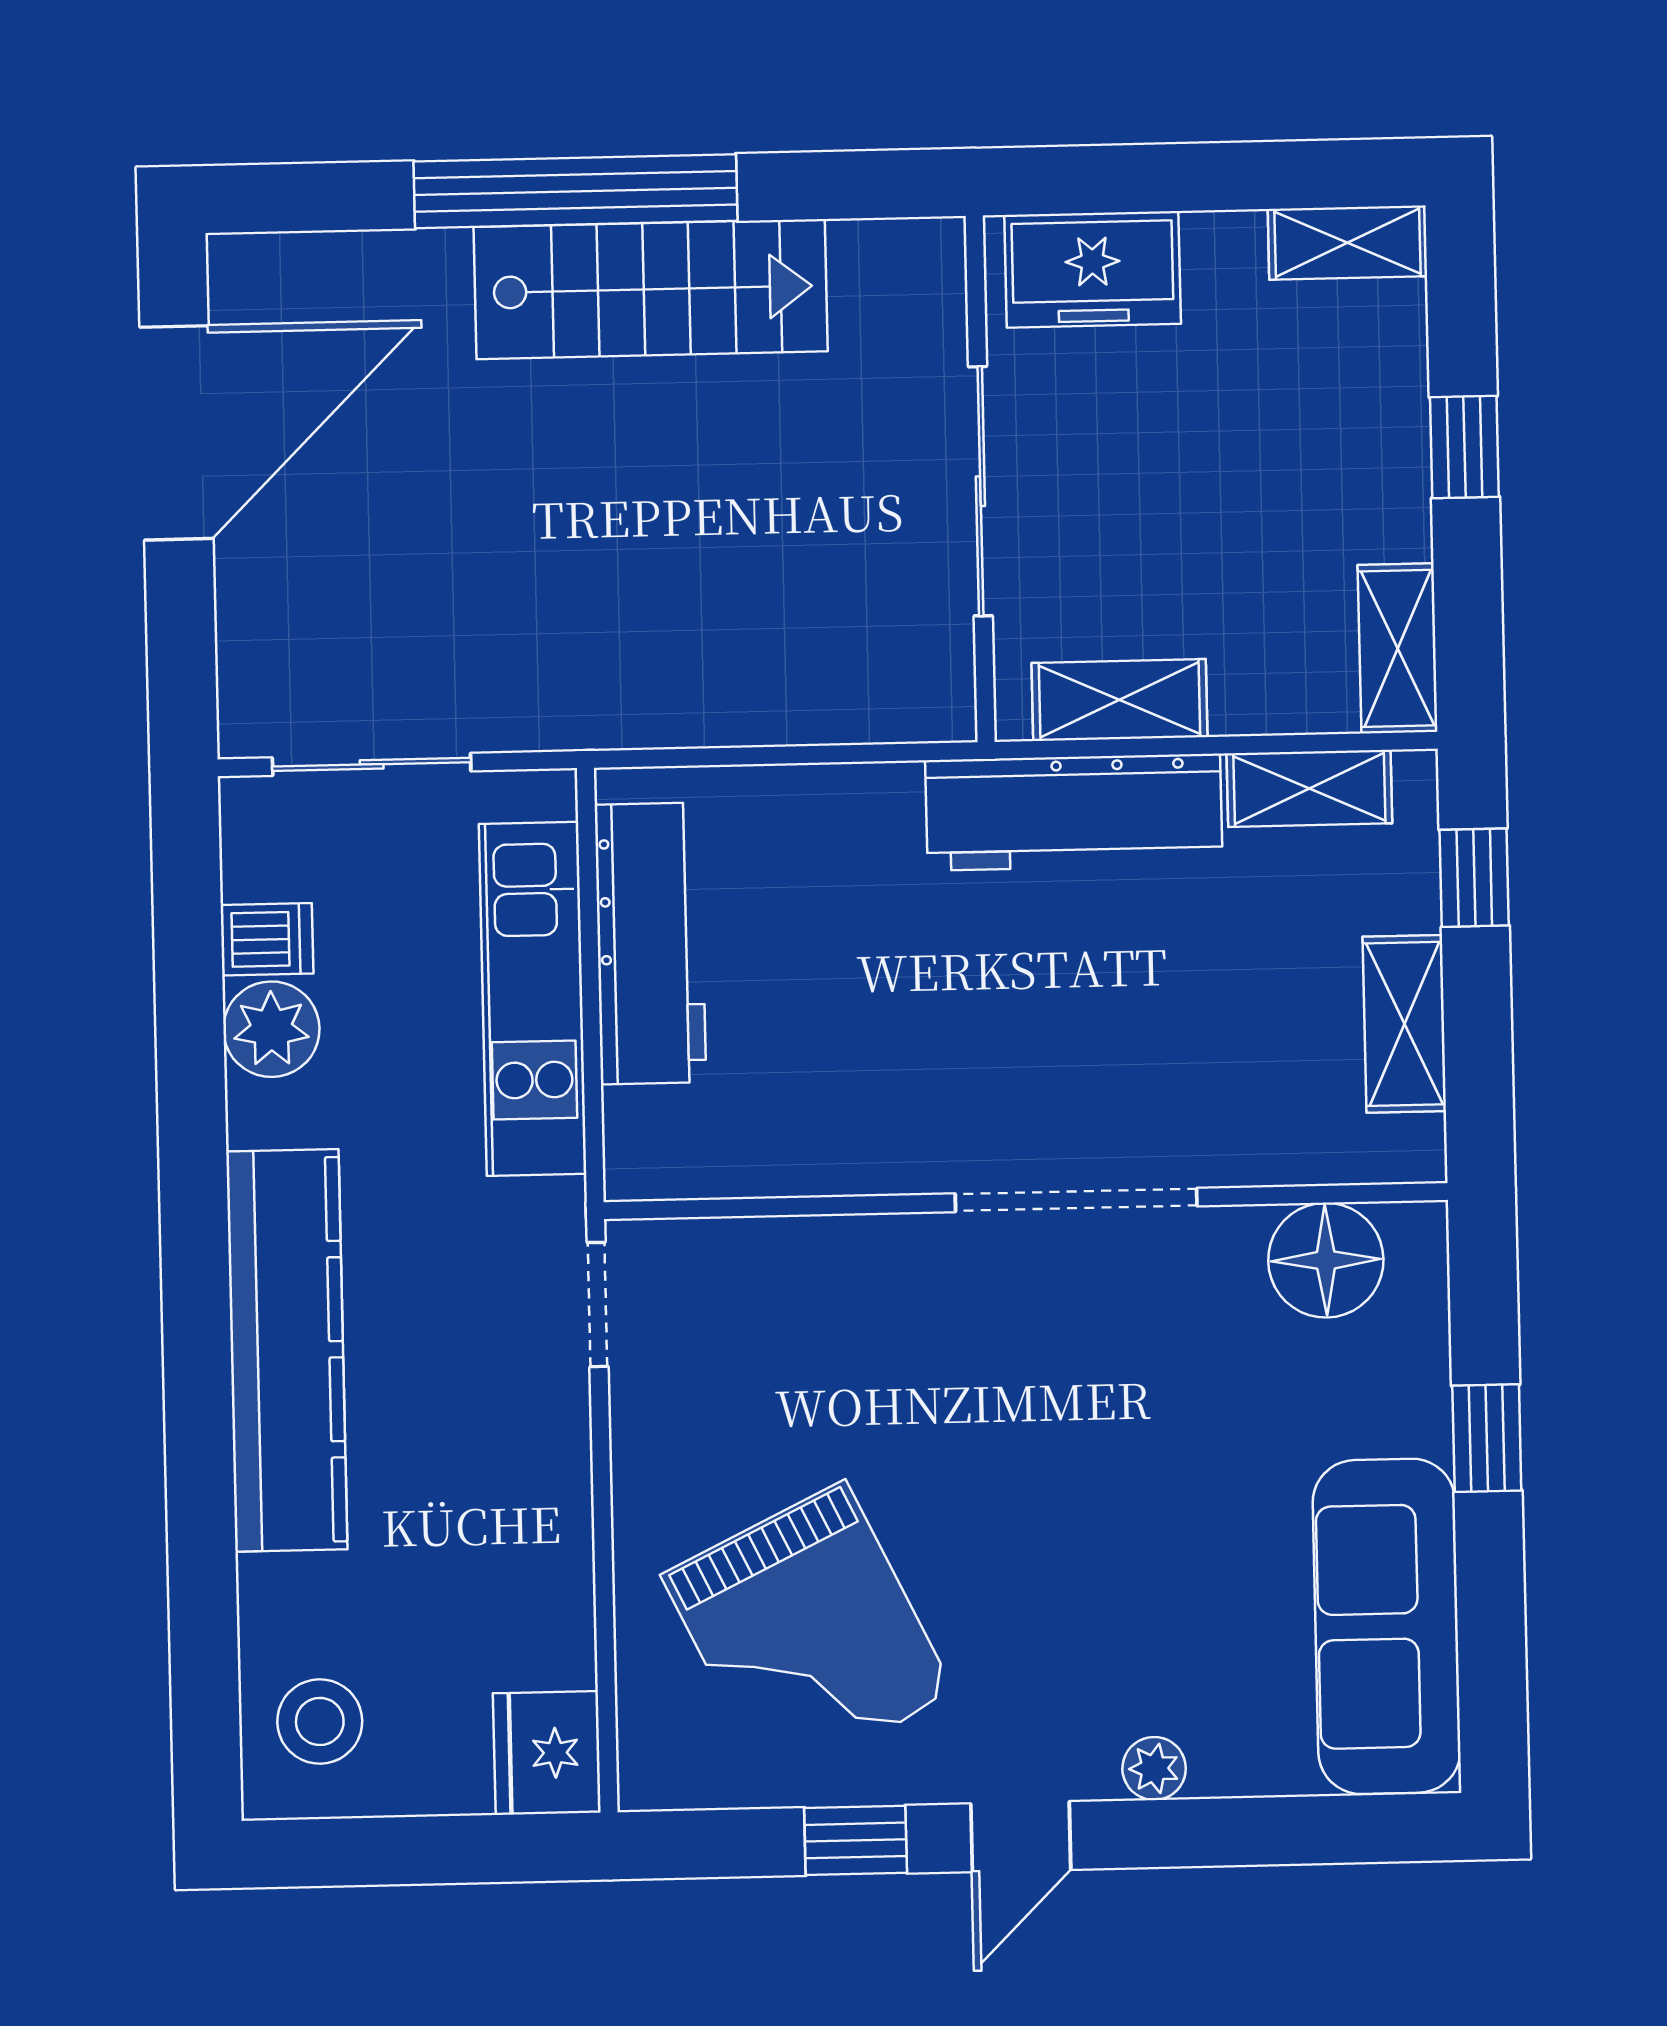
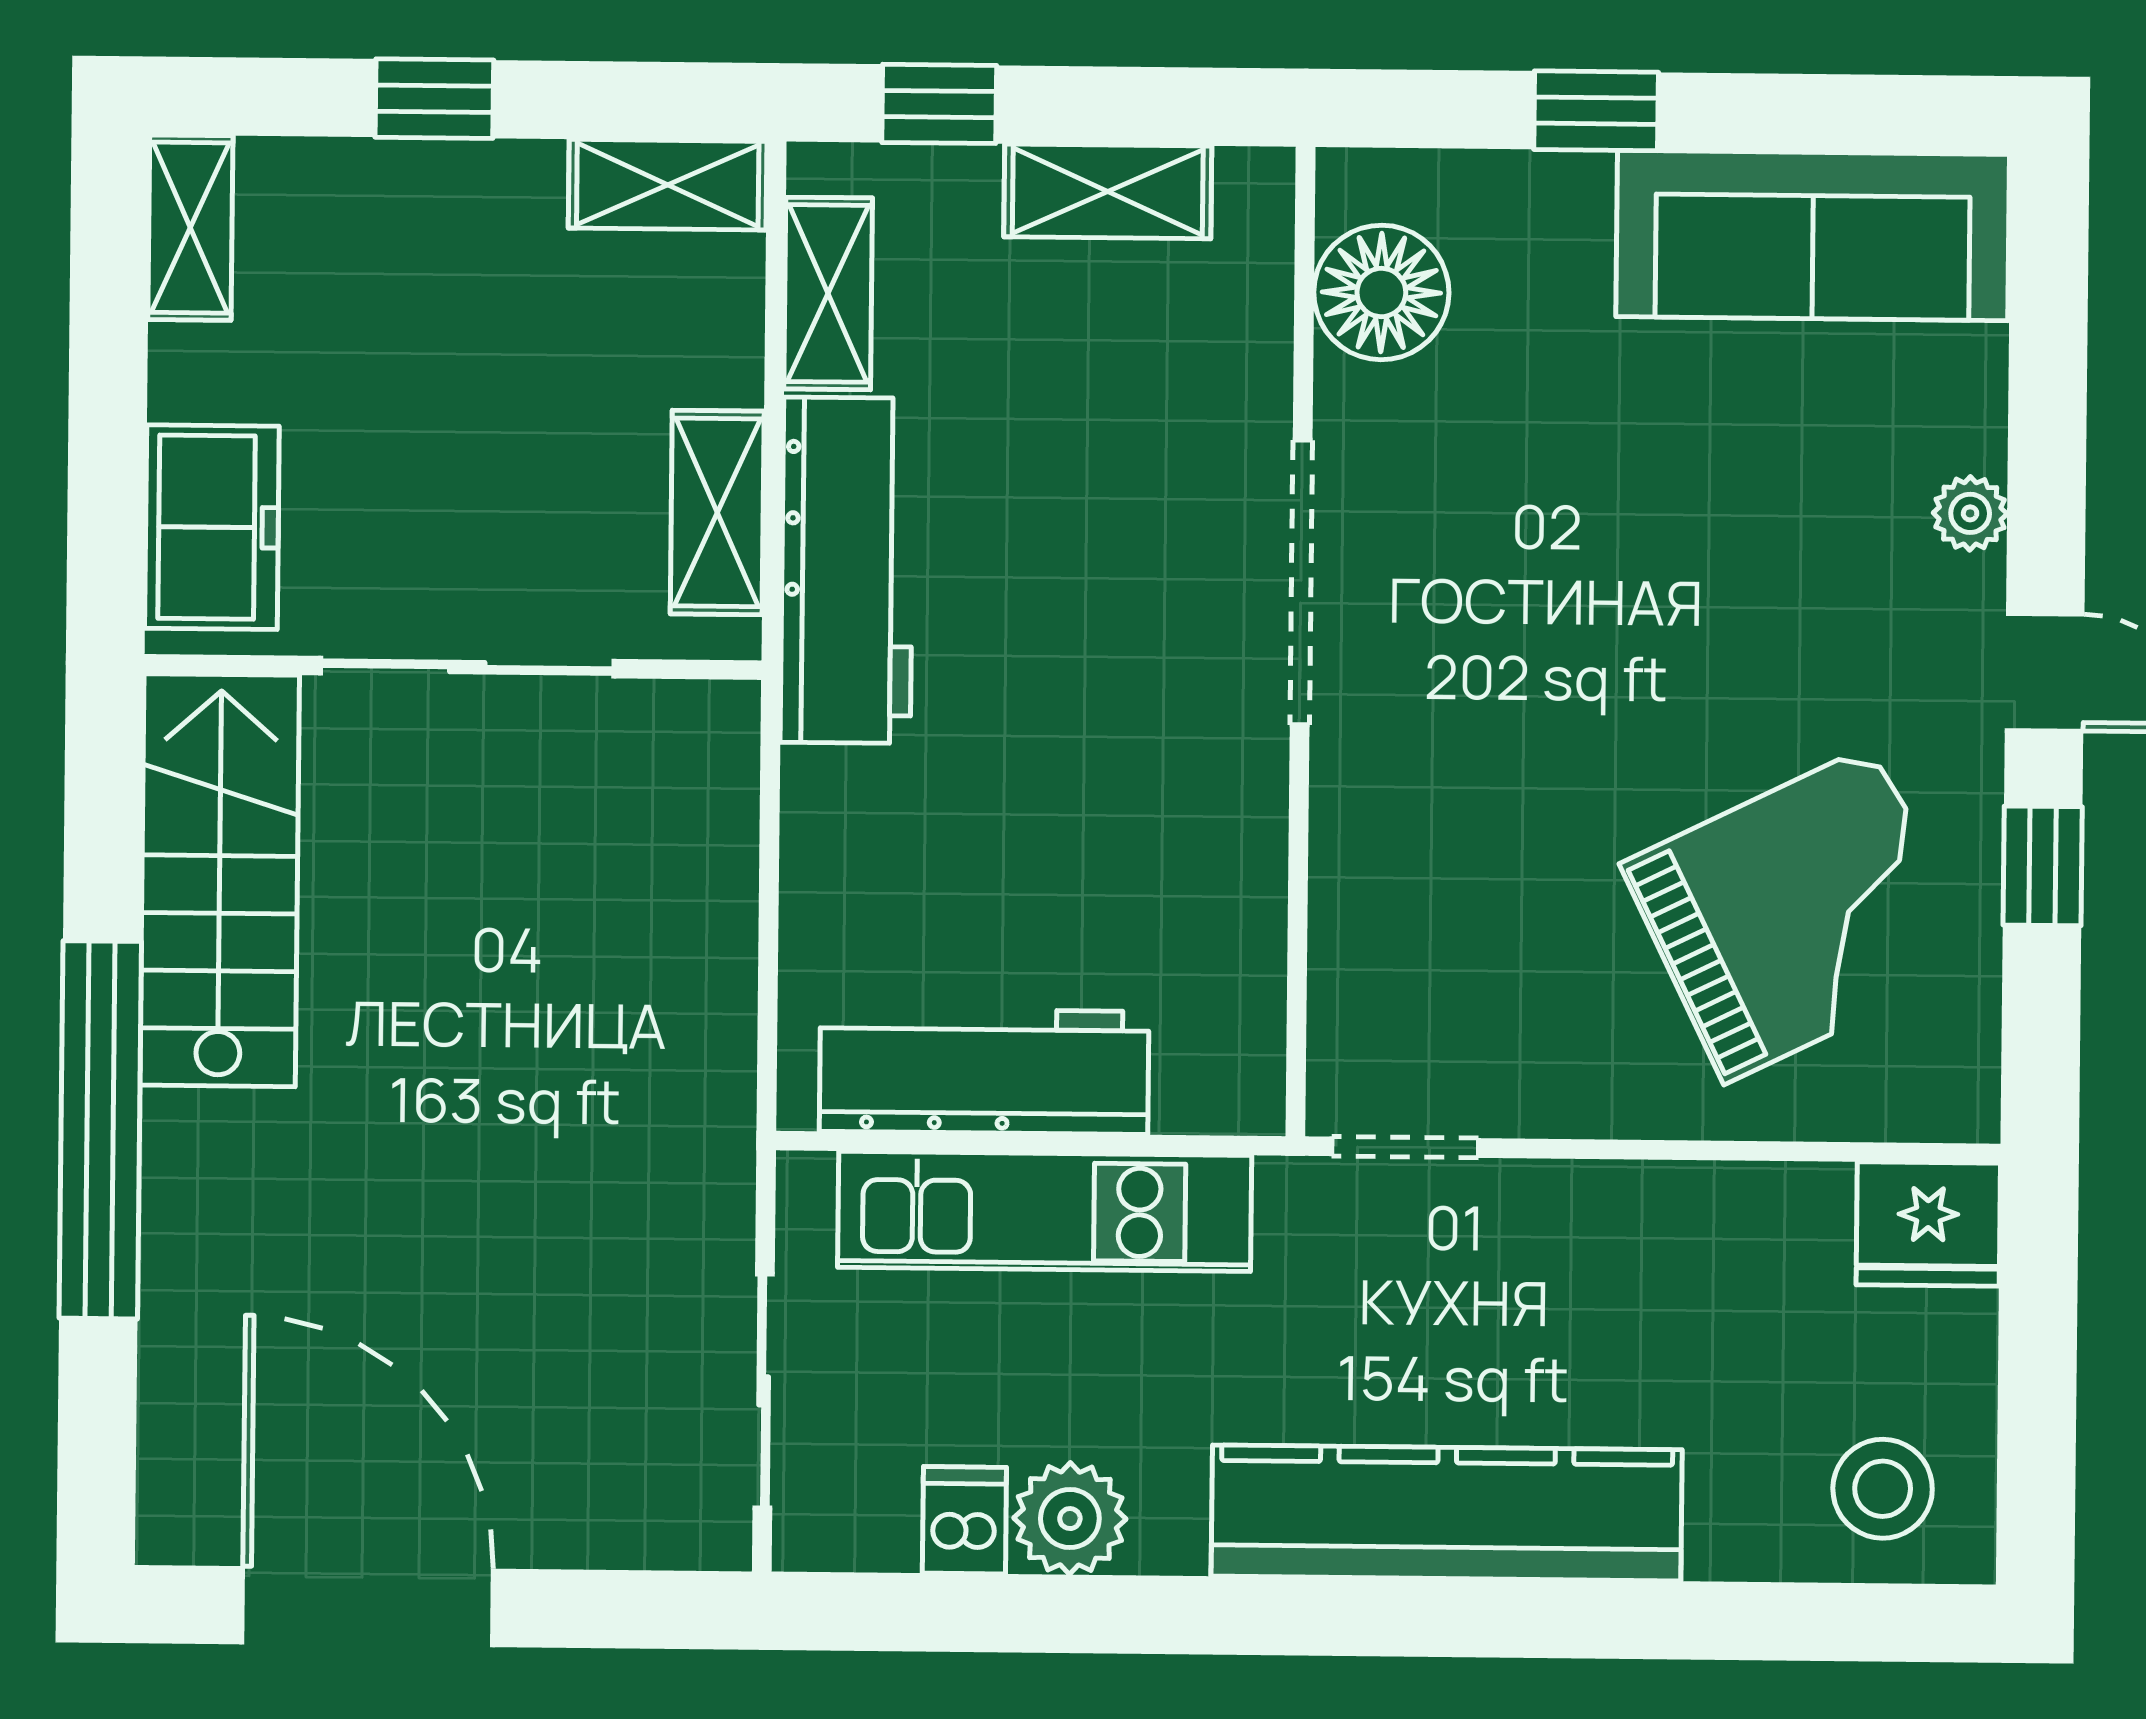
stairs: (651, 289) -> (220, 880), moved

